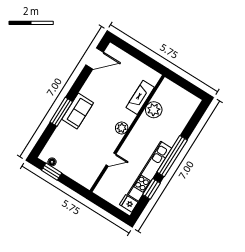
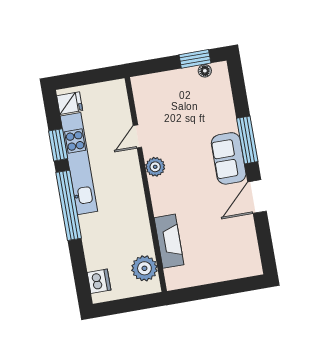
door: (95, 58) -> (257, 197), moved
dishwasher: (190, 108) -> (99, 281), added
plant: (154, 110) -> (144, 268), moved
plant: (122, 128) -> (155, 167), moved

